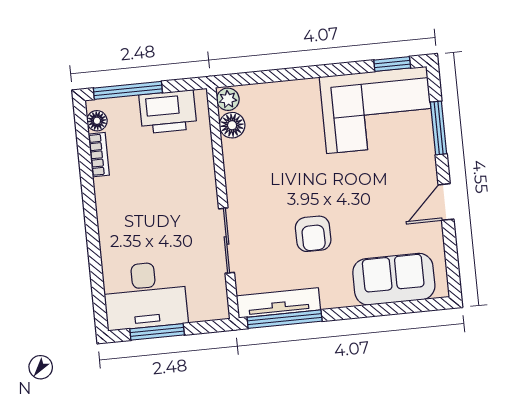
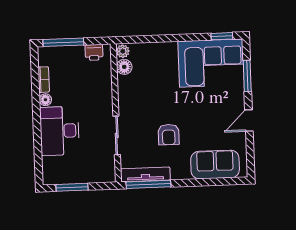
printer: (168, 112) -> (94, 52), width x0.53, depth x0.68
floor lamp: (97, 121) -> (45, 100), moved
desk: (145, 295) -> (60, 131), moved, turned 90

